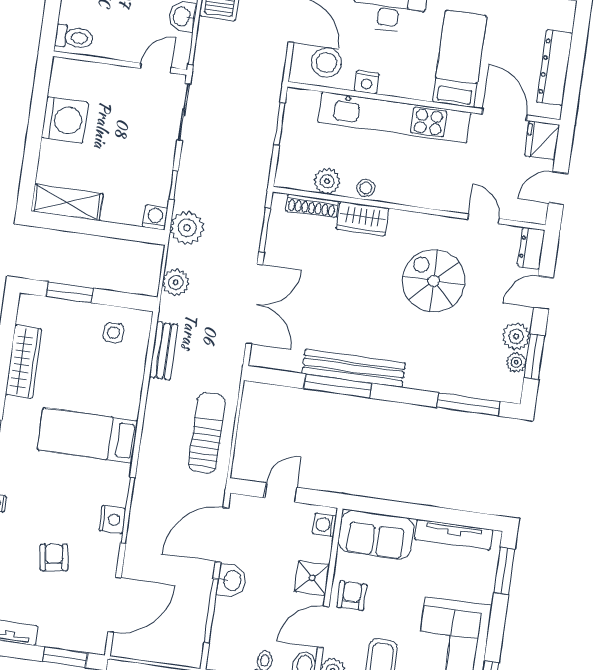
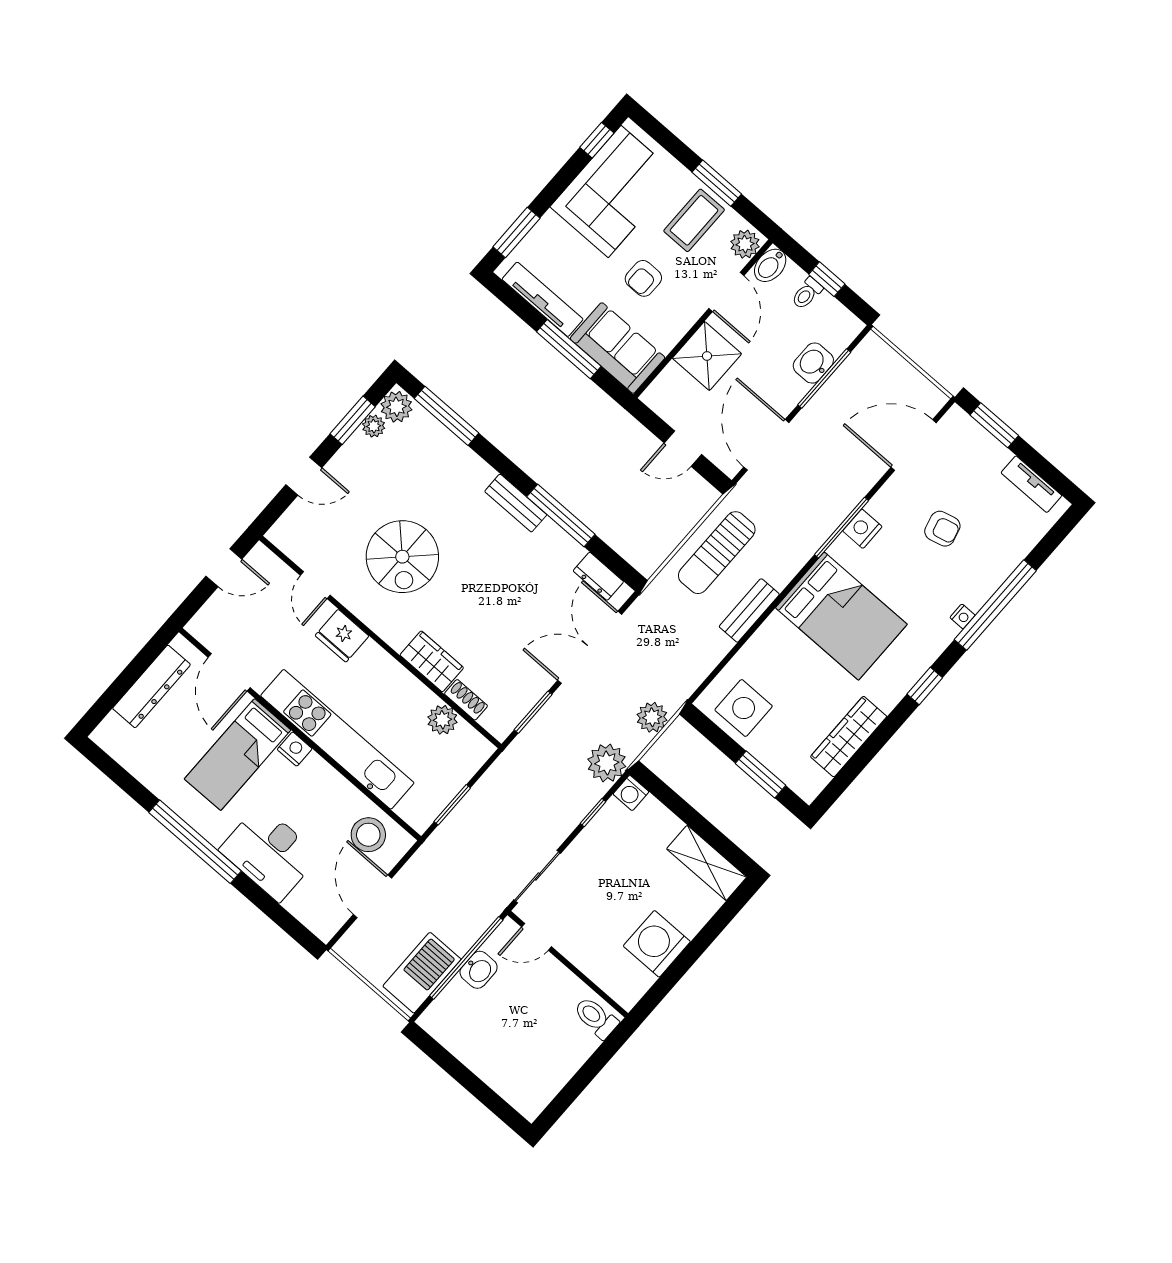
nightstand: (367, 82) -> (295, 749), moved
fridge: (542, 140) -> (342, 636), moved, turned 90
stool: (366, 188) -> (409, 689), removed
shoe rack: (312, 206) -> (466, 700), width x0.70
dresser: (531, 248) -> (598, 576), moved, turned 90
side table: (114, 333) -> (744, 708), width x1.87, depth x1.87
plant: (516, 336) -> (396, 407), moved
bench: (164, 351) -> (749, 610), moved
bench: (354, 368) -> (516, 503), width x0.54, depth x0.82
bed: (88, 435) -> (841, 616), width x1.50
window: (411, 511) -> (569, 349), added
washing machine: (325, 525) -> (661, 390), removed
door: (222, 535) -> (766, 445), swing flipped
armchair: (54, 557) -> (942, 529), turned -96
shower: (312, 578) -> (707, 356), width x1.36, depth x1.36
washbasin: (231, 581) -> (813, 363), moved
armchair: (352, 596) -> (643, 278), moved
door: (323, 627) -> (726, 292), hinge flipped

